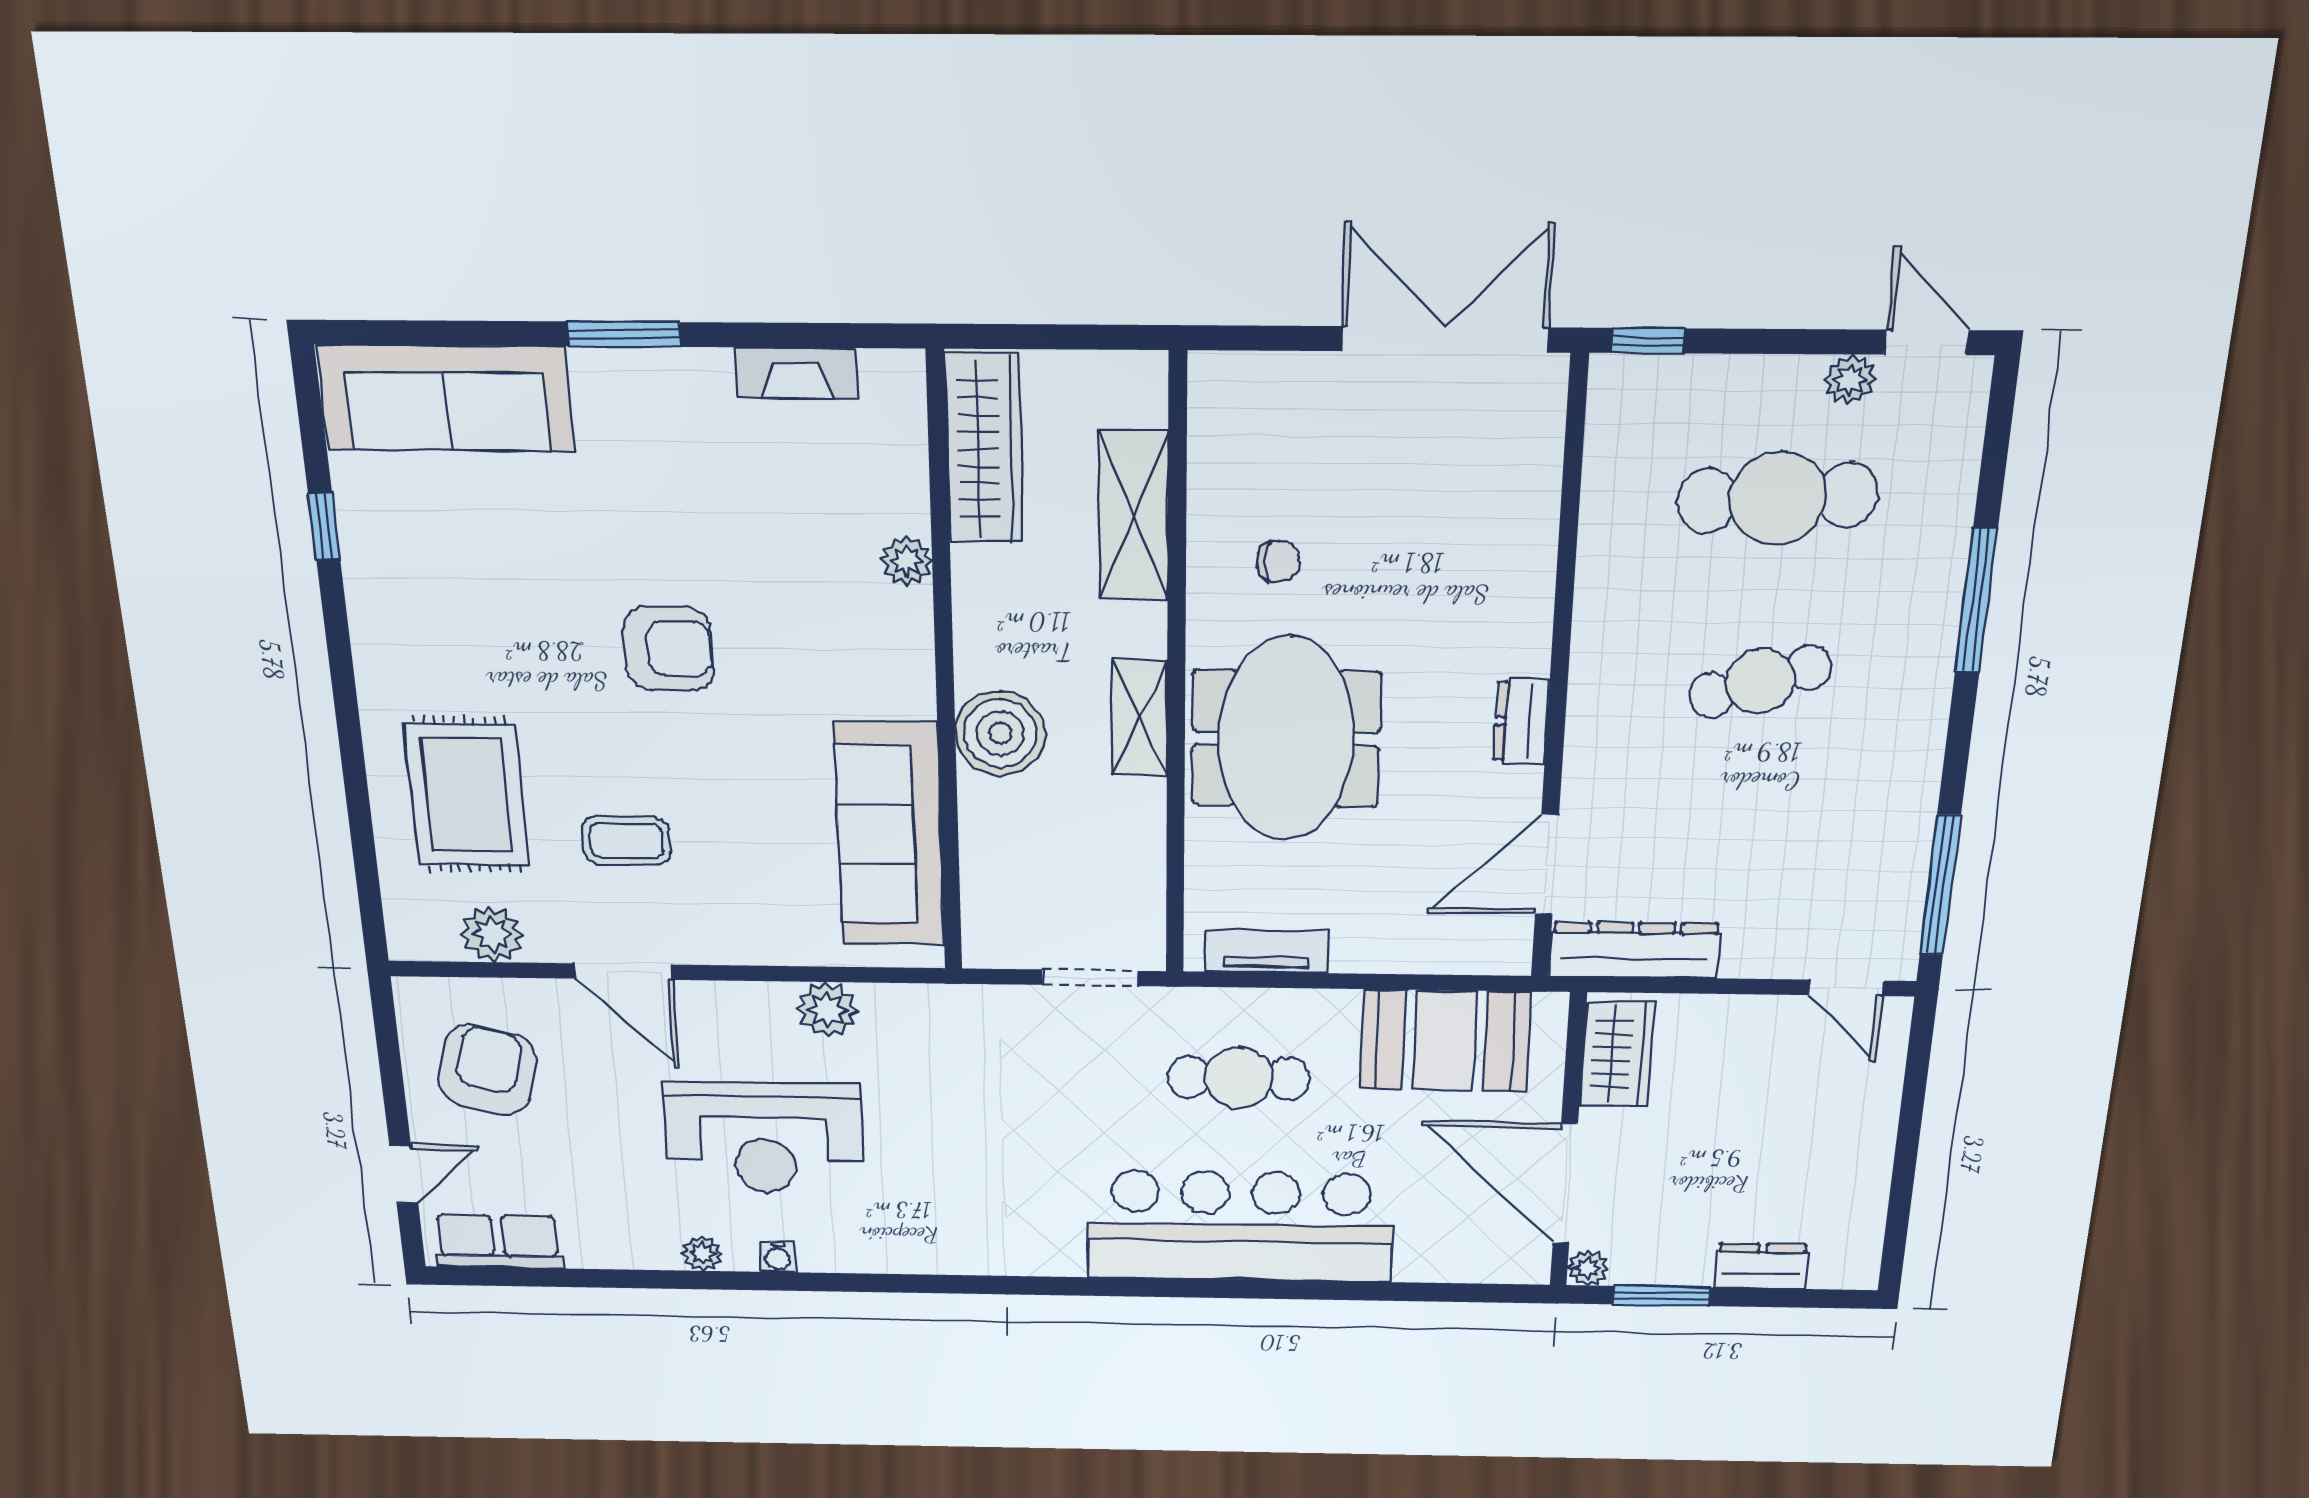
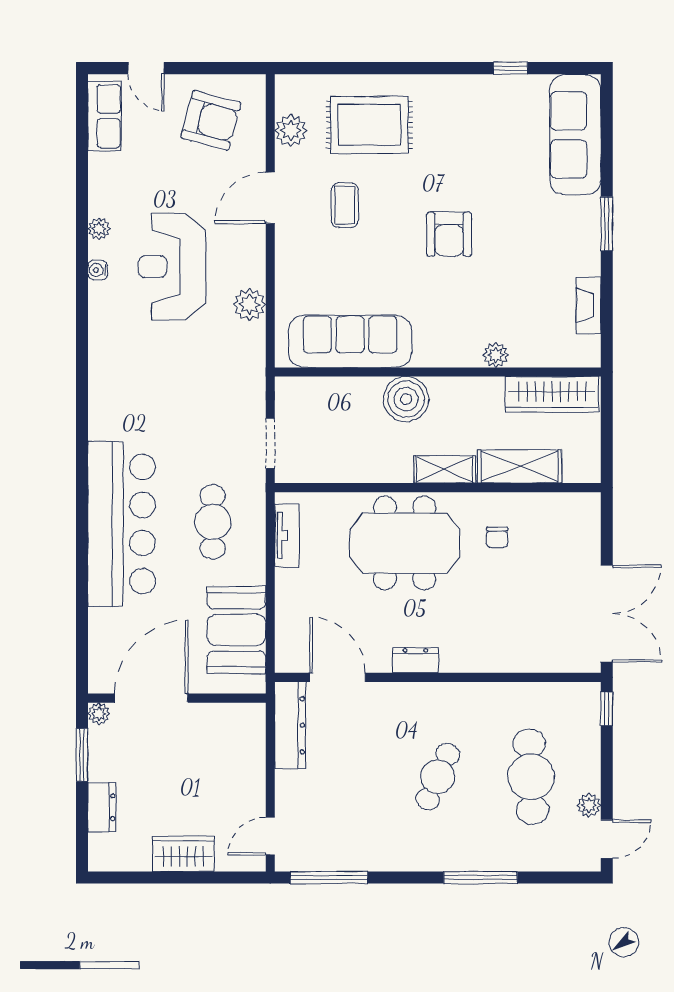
cafe table: (1760, 681) -> (438, 777), turned 42
shelving: (1140, 718) -> (444, 469), moved
wardrobe: (1617, 1054) -> (183, 854), moved, turned 180

